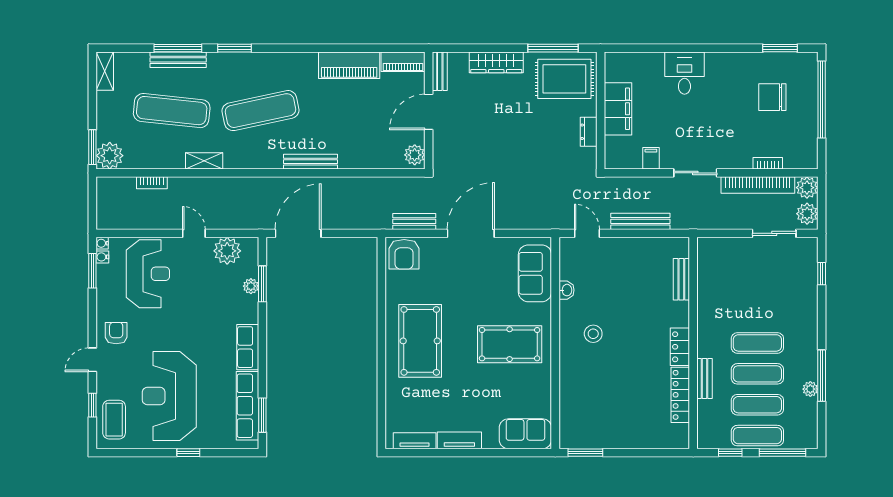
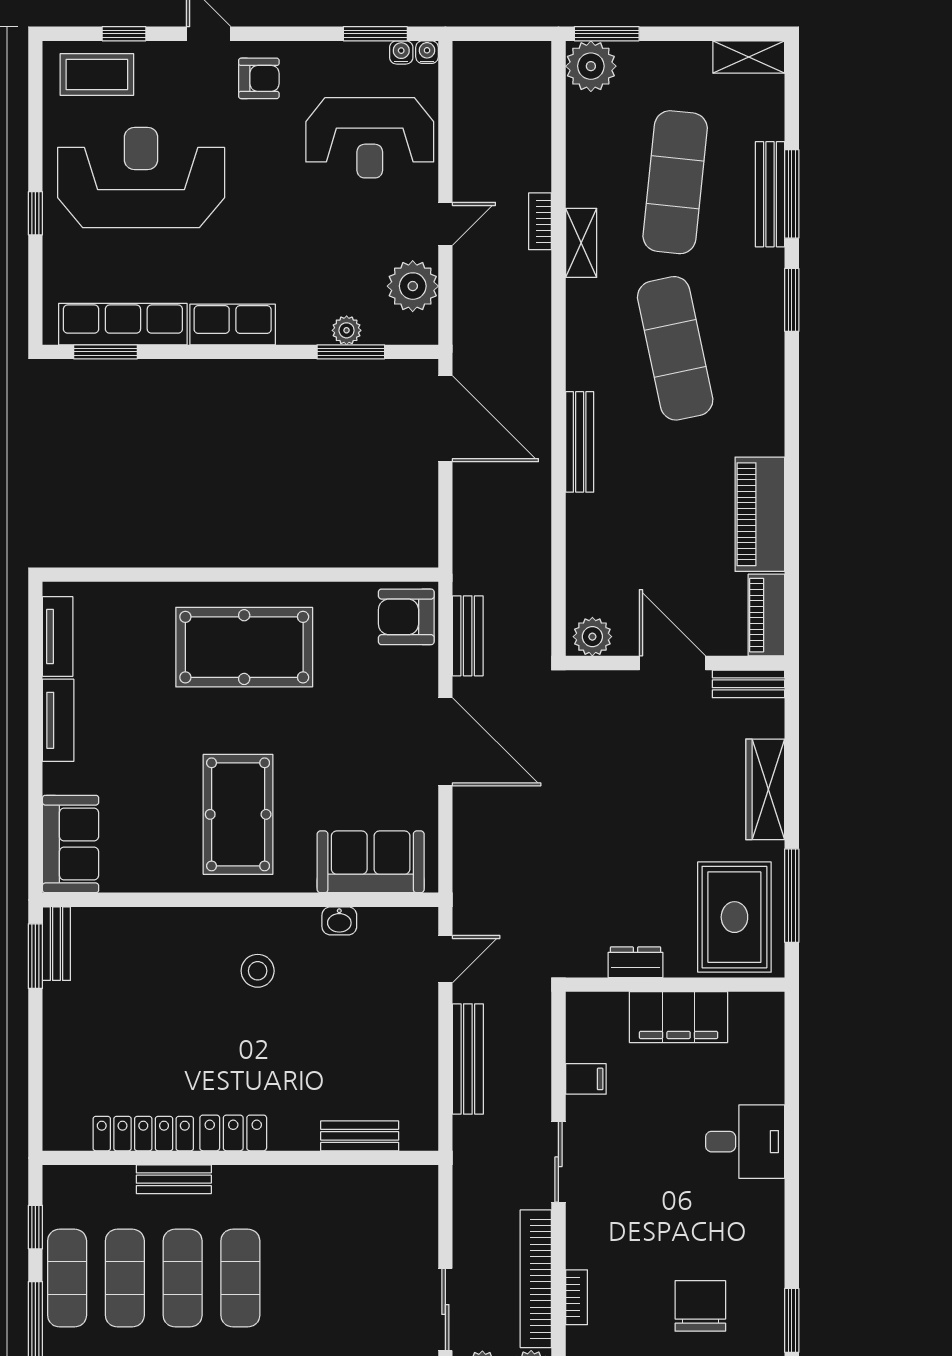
bookcase: (152, 183) -> (540, 221), moved
bench: (579, 441) -> (56, 944), added

